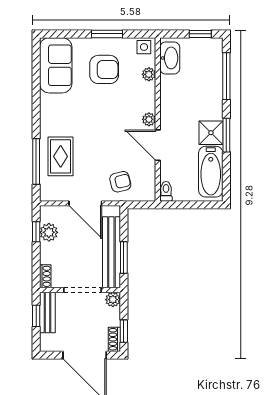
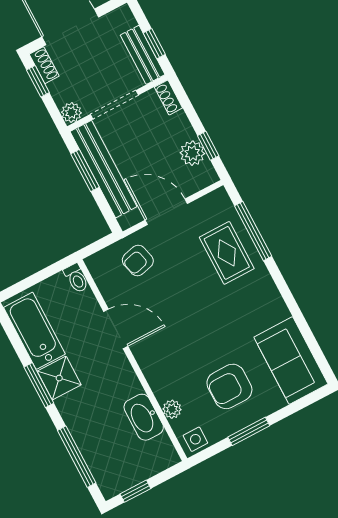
washbasin: (170, 58) -> (144, 417), moved
plant: (149, 119) -> (143, 354), removed

